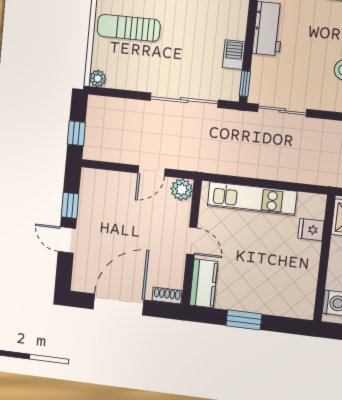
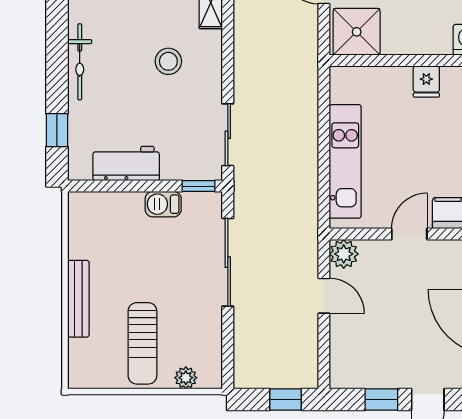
plant: (98, 78) -> (186, 378), moved
fridge: (311, 230) -> (426, 82), moved

